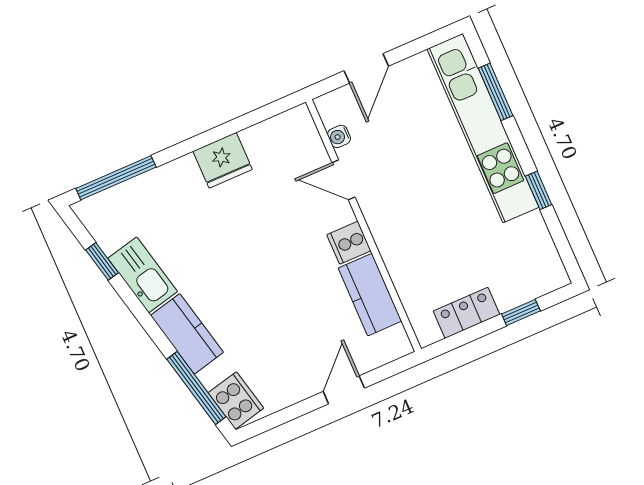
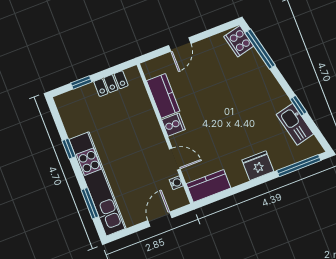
fridge: (223, 160) -> (258, 166), moved
window: (102, 261) -> (298, 106), moved
kitchen sink: (143, 275) -> (295, 124), moved
kitchen counter: (187, 334) -> (209, 186), moved, turned 103

